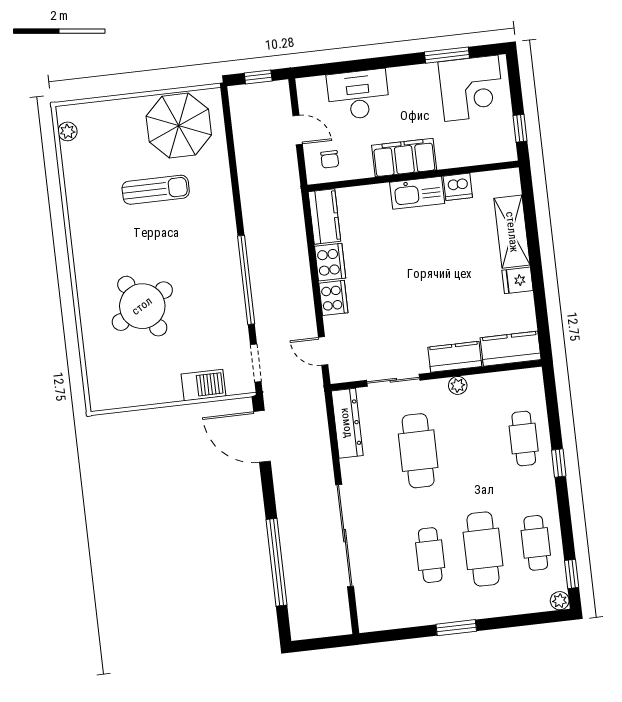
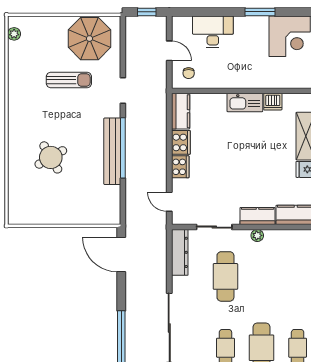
window: (447, 55) -> (260, 12), moved
filing cabinet: (404, 158) -> (239, 78), removed
bench: (231, 287) -> (112, 151), added
round table: (142, 306) -> (51, 157), width x0.73, depth x0.73
doorway: (256, 363) -> (123, 90), moved
barbecue: (203, 385) -> (86, 215), removed
cafe table: (524, 439) -> (298, 276), removed

